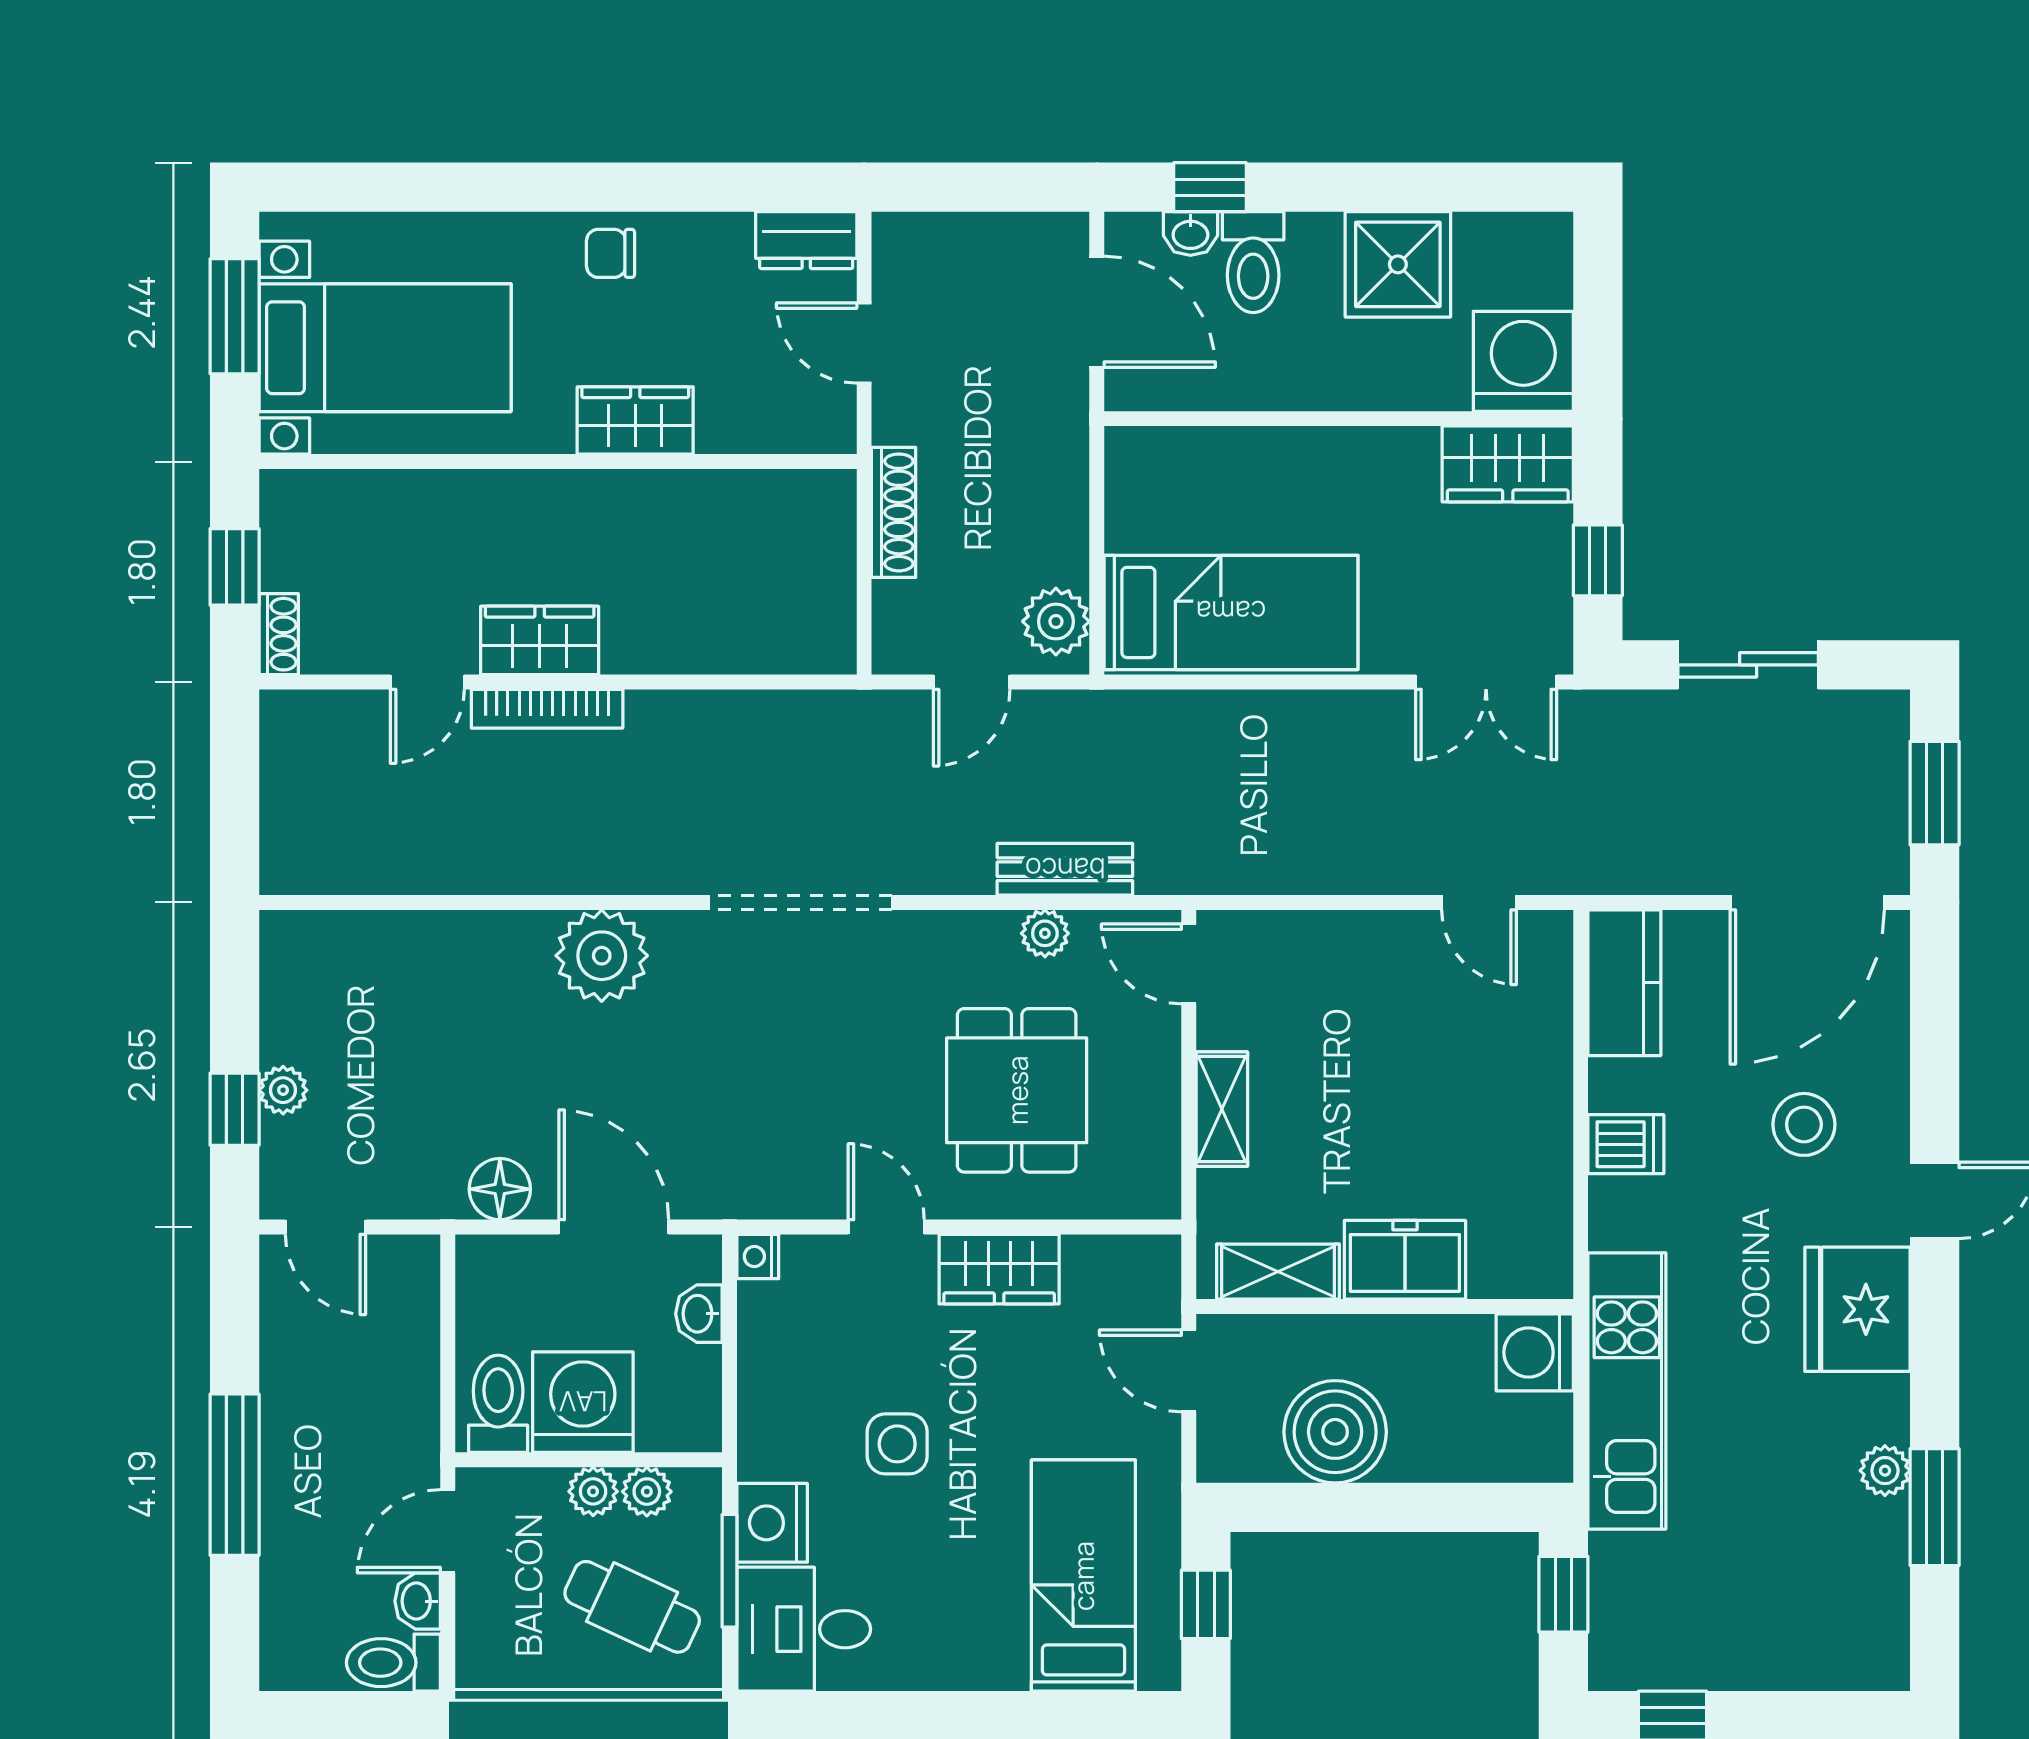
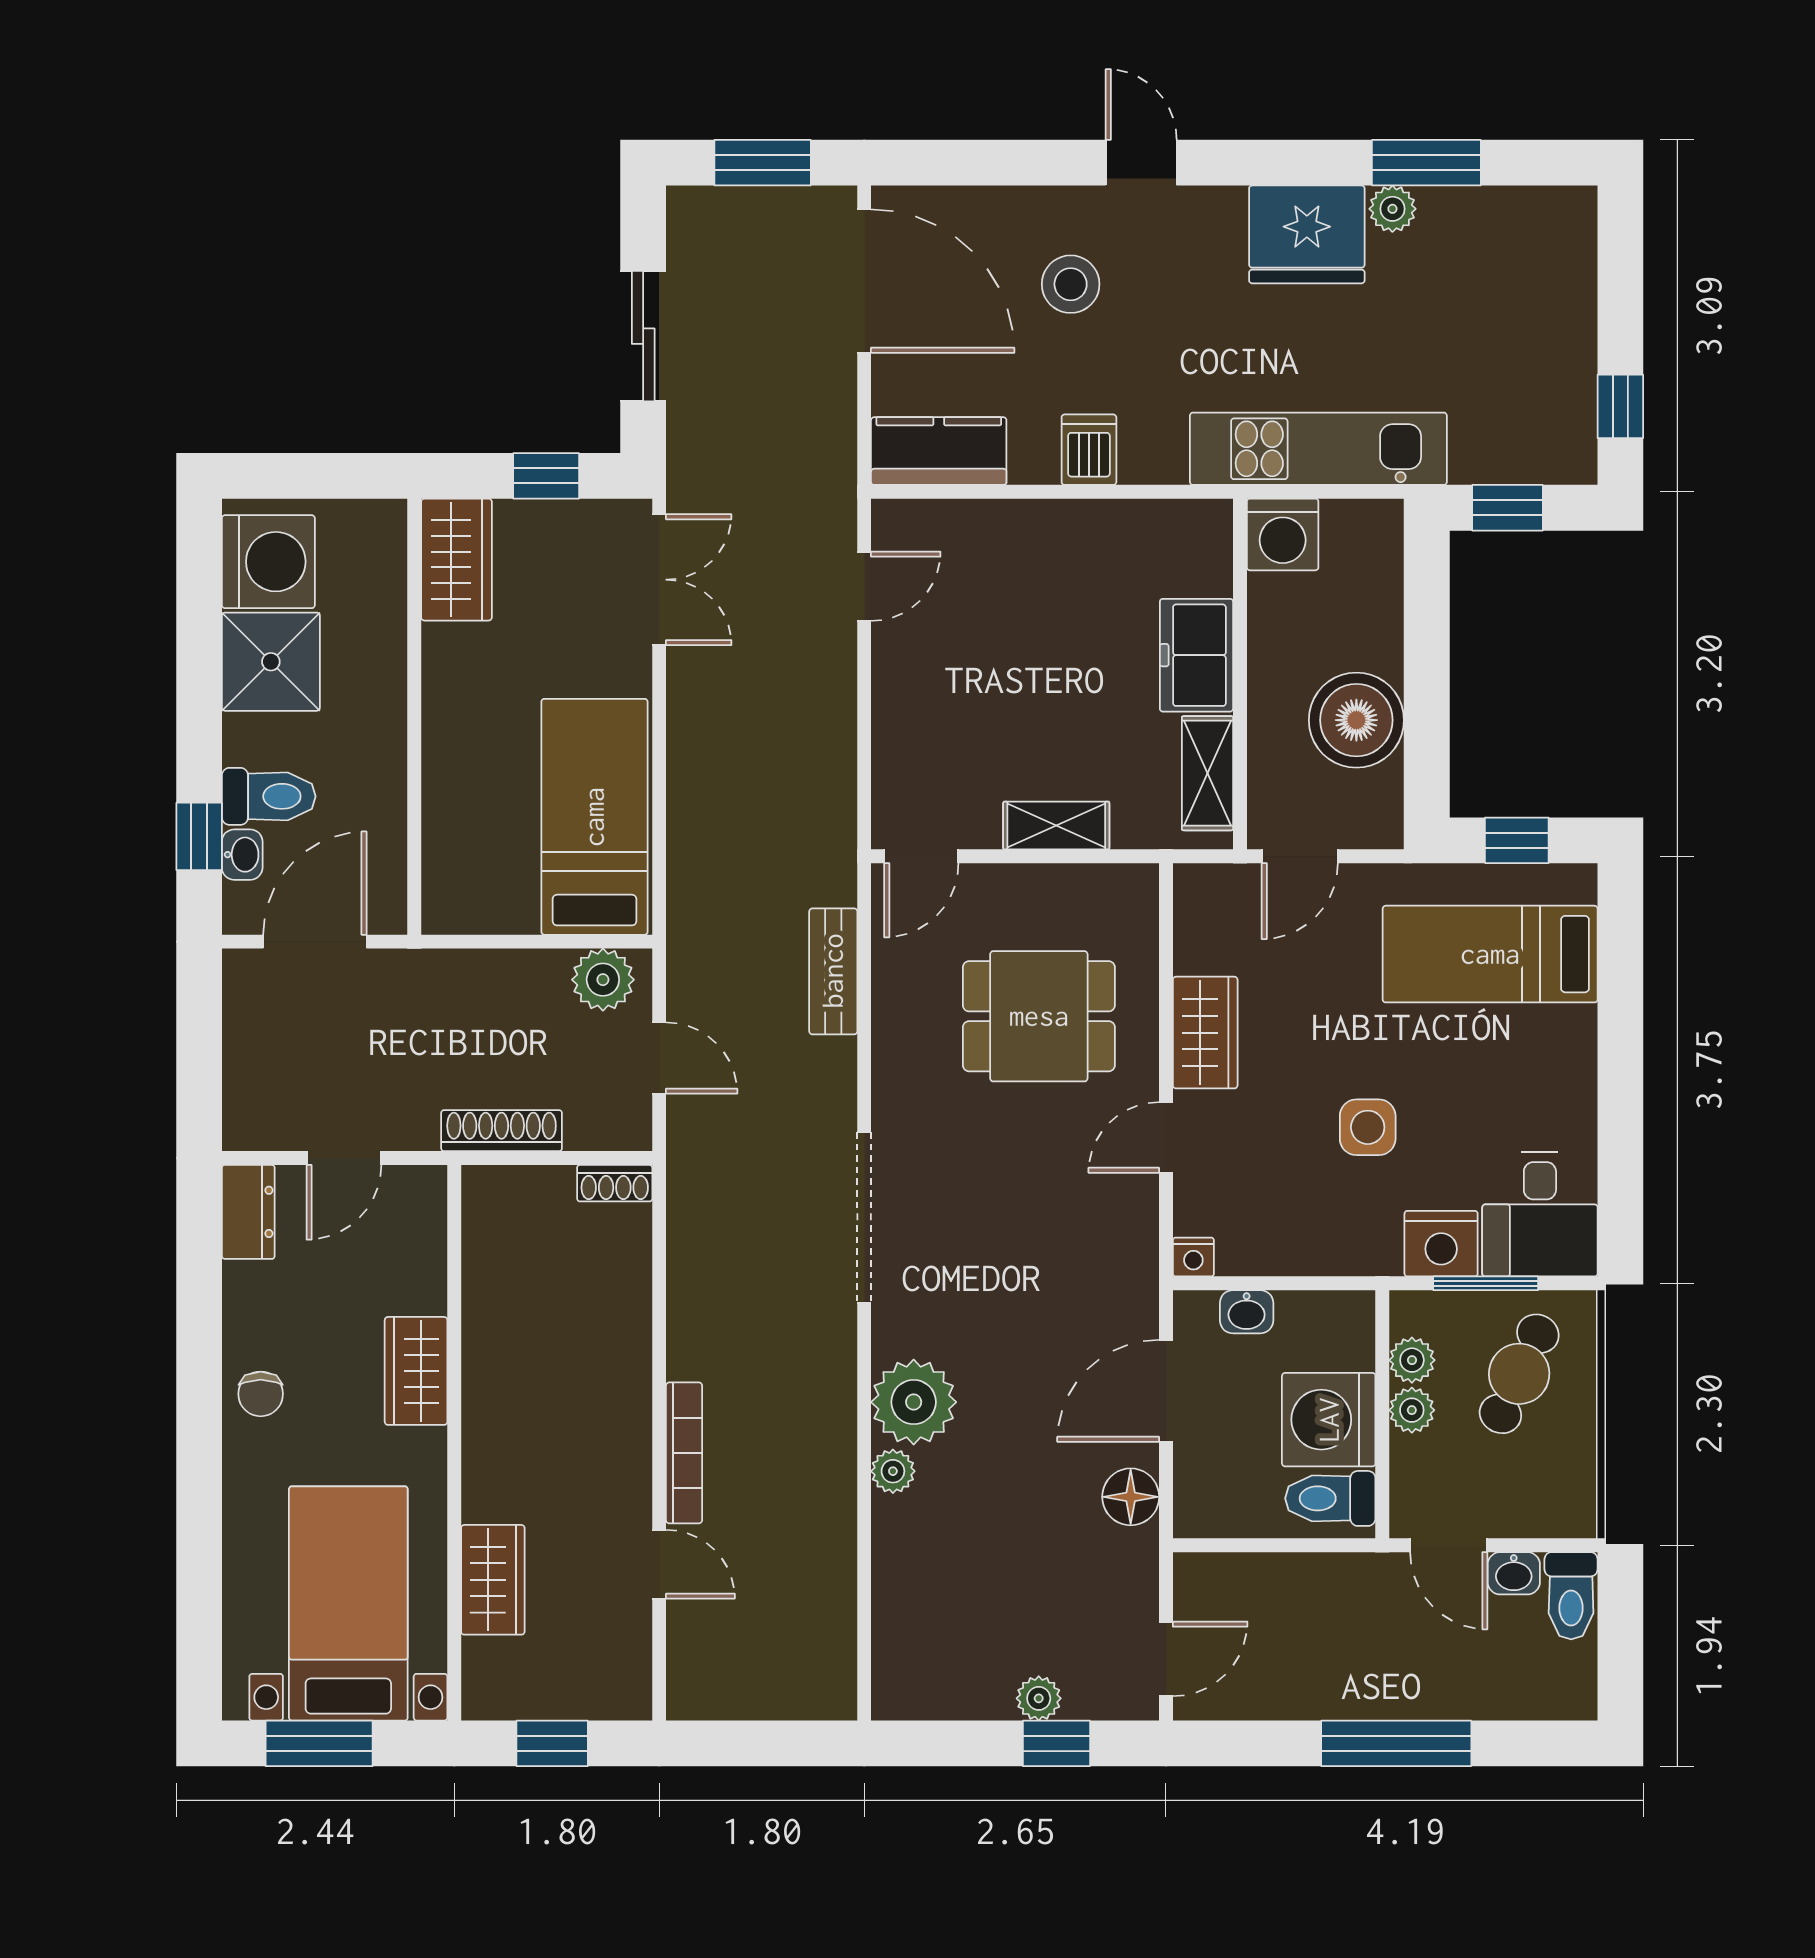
washing machine: (1523, 361) -> (268, 562), moved, turned 180
shoe rack: (279, 634) -> (615, 1183), moved, turned 180
wardrobe: (540, 640) -> (493, 1580), moved, turned 180
plant: (1045, 933) -> (893, 1471), moved
fridge: (1857, 1309) -> (1307, 234), moved

